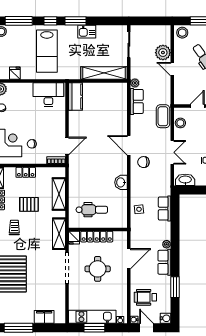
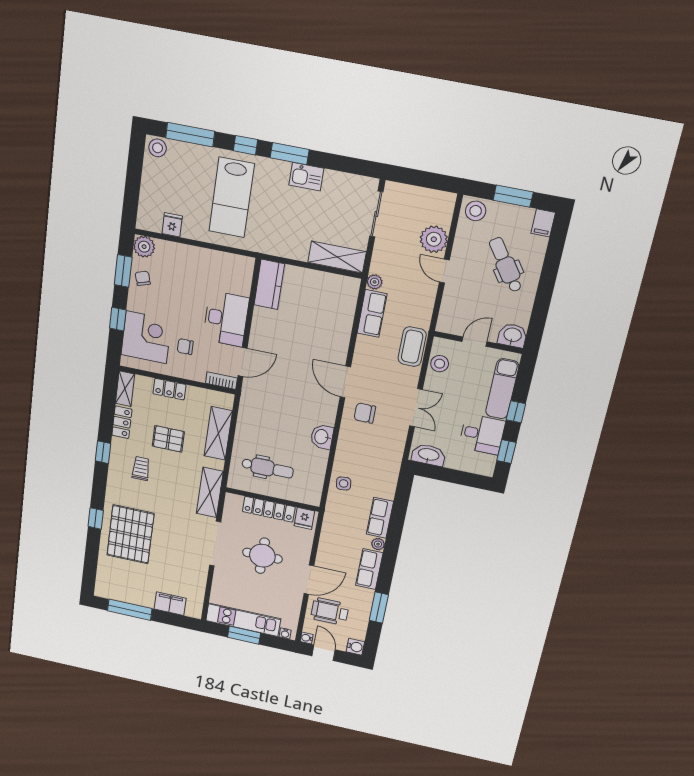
shelving: (104, 73) -> (337, 257), width x0.68
desk: (48, 95) -> (226, 319), moved, turned 90
row of seats: (165, 209) -> (380, 518), moved
fridge: (74, 238) -> (304, 518), moved
door: (129, 259) -> (309, 580), moved

